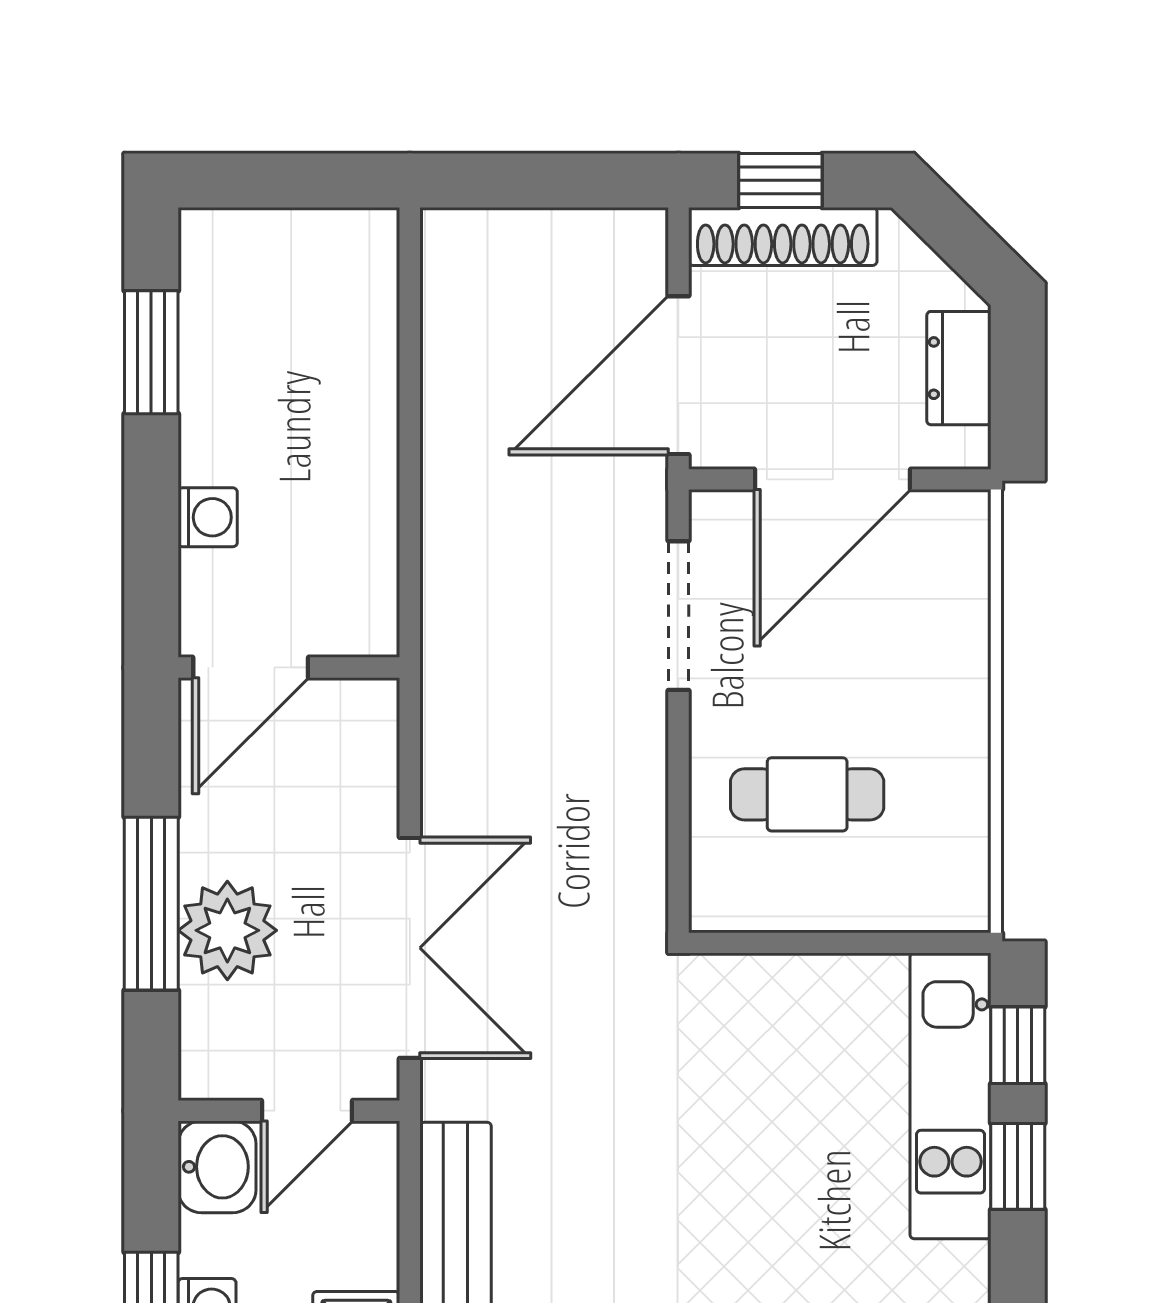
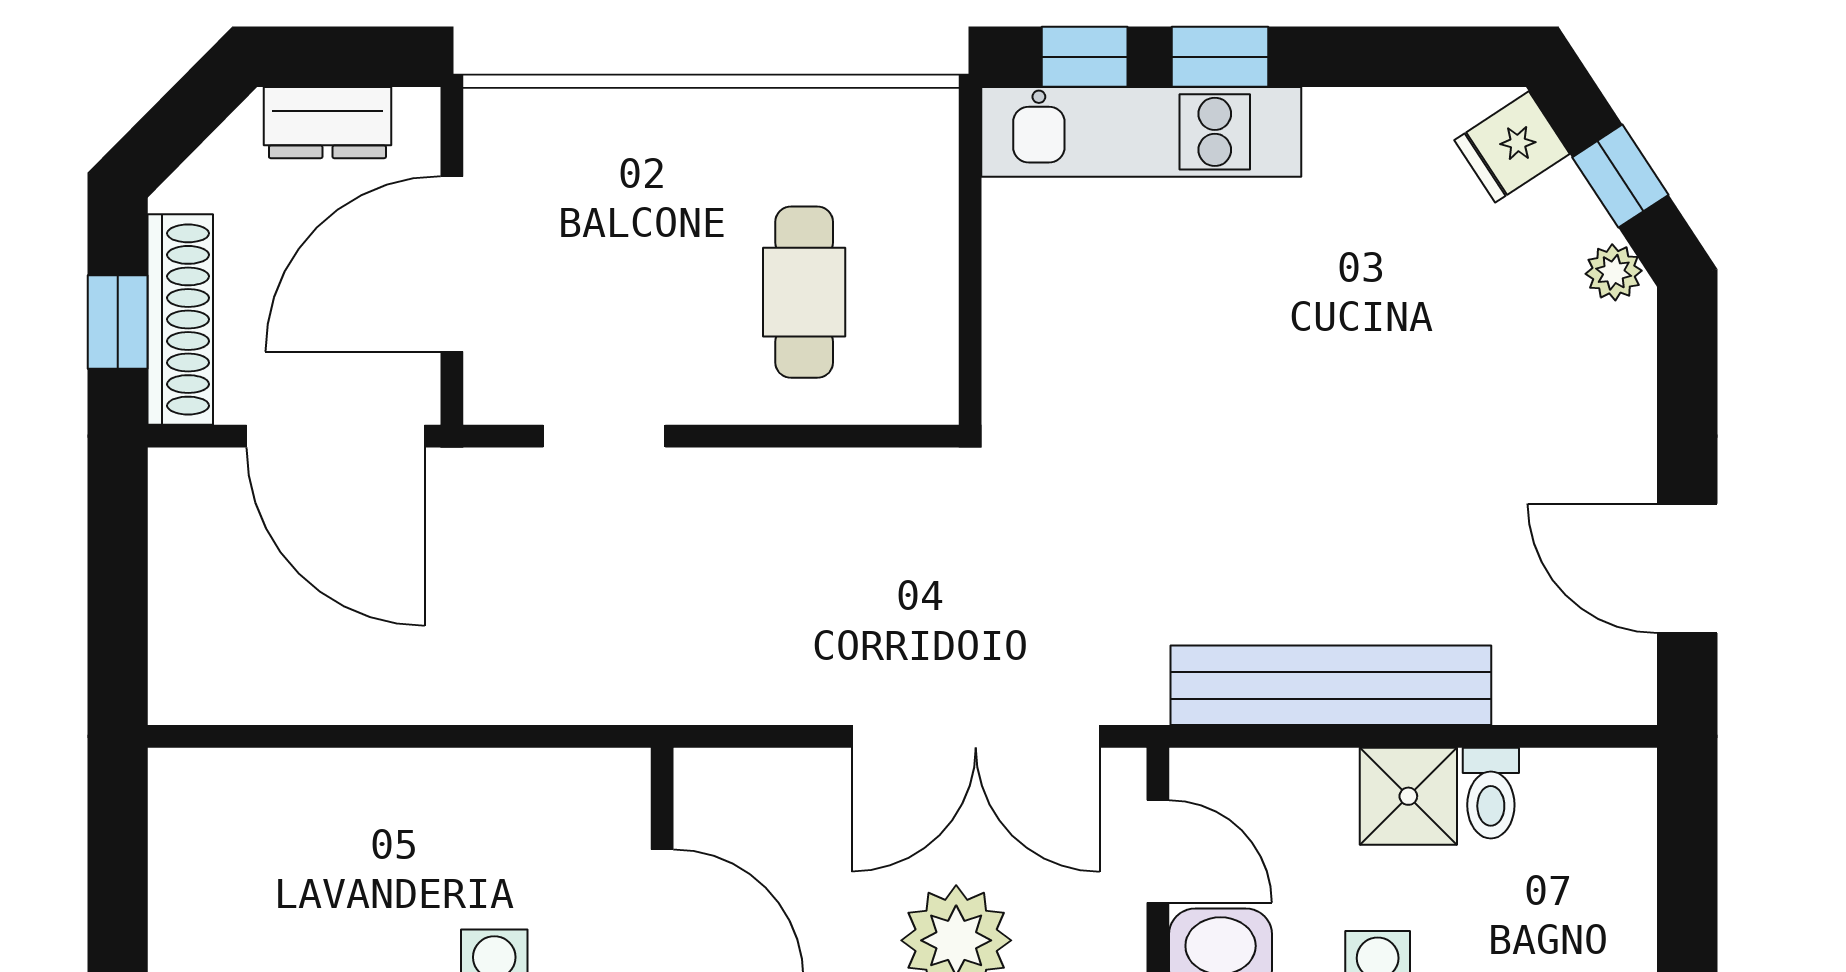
door: (832, 479) -> (452, 264), swing flipped
doorway: (678, 616) -> (604, 436), width x0.73
double door: (410, 948) -> (976, 736), swing flipped

